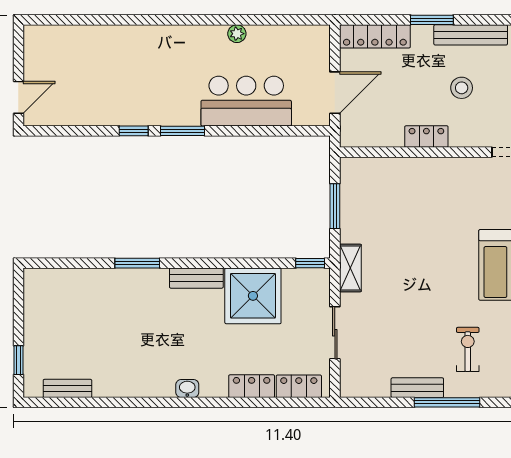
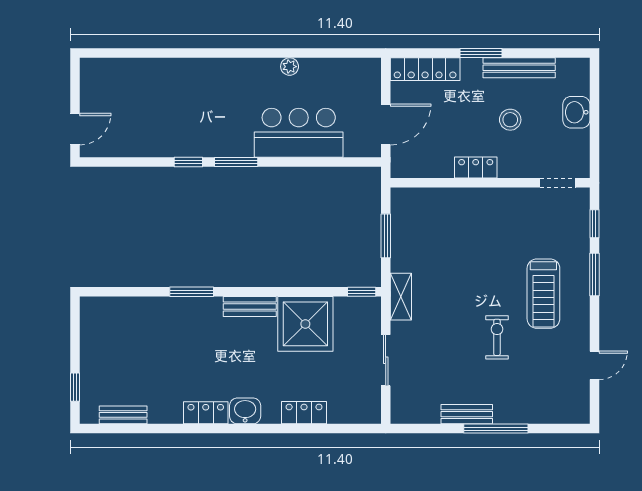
exercise bike: (468, 349) -> (497, 337), moved
locker: (299, 386) -> (206, 413), moved
washbasin: (187, 388) -> (245, 411), width x1.38, depth x1.45

